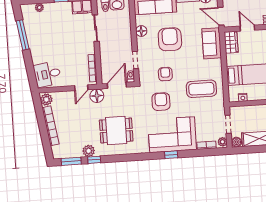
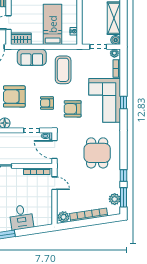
sofa: (212, 43) -> (32, 57), moved
desk: (47, 74) -> (21, 217), moved
floor lamp: (97, 96) -> (63, 169), removed
plant: (89, 151) -> (115, 199), moved

